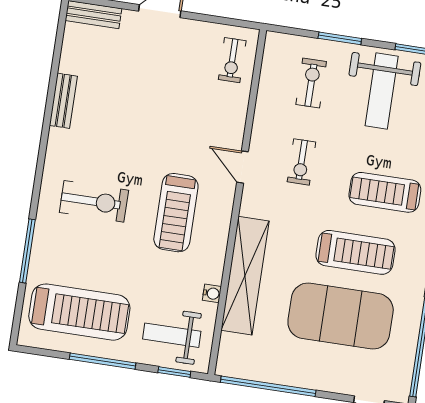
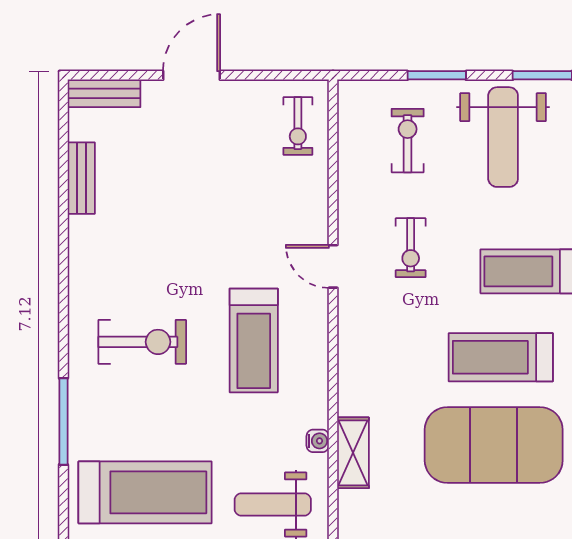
bench: (63, 101) -> (81, 178), moved
treadmill: (355, 252) -> (501, 357), turned 180
shelving: (245, 276) -> (353, 453), width x0.45, depth x0.75

